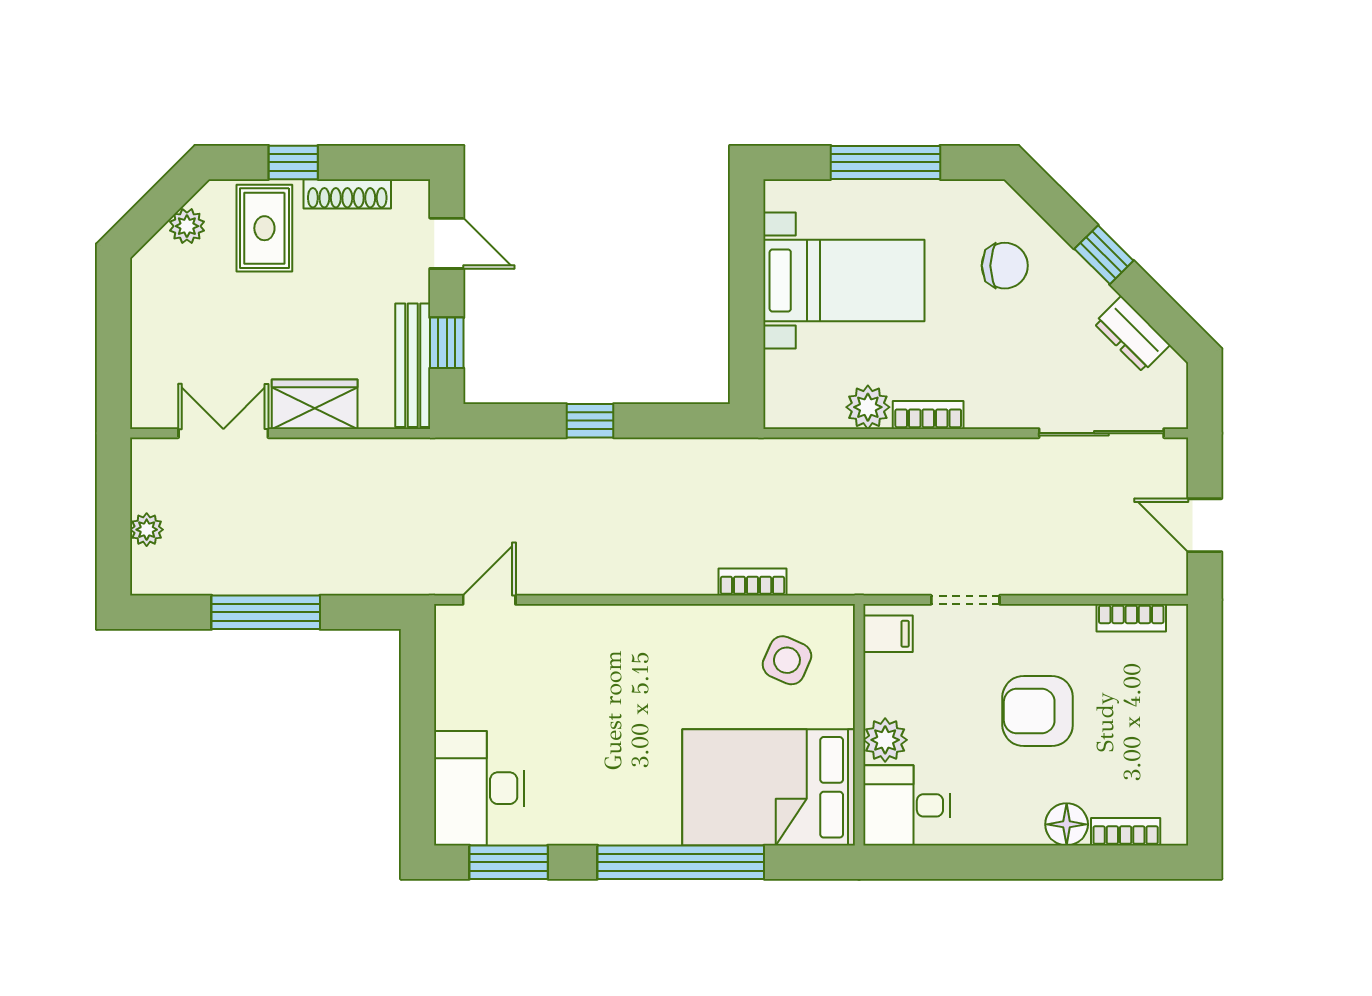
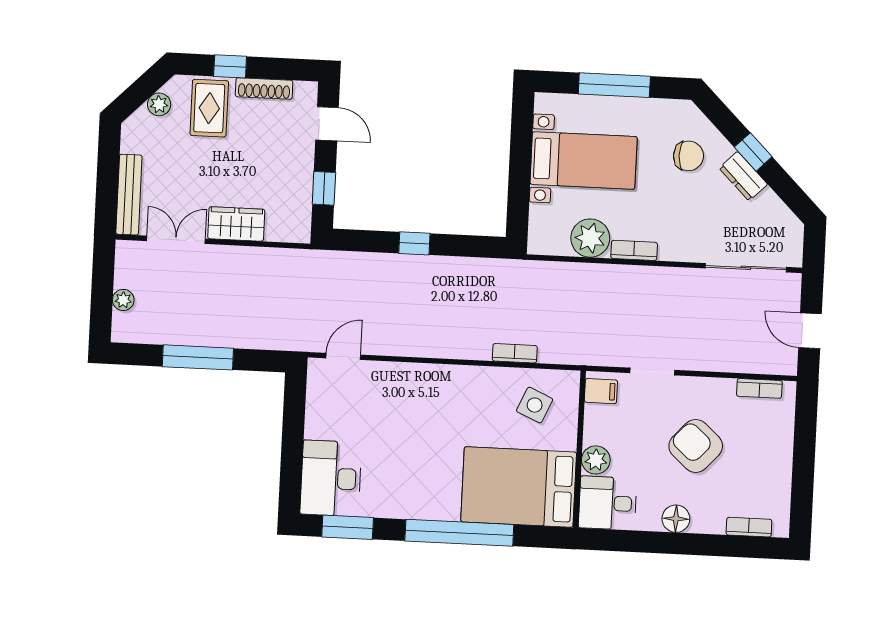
dresser: (1132, 334) -> (743, 176), moved
bench: (413, 365) -> (129, 195), moved
plant: (868, 407) -> (590, 238), width x1.36, depth x1.36
armchair: (1038, 711) -> (696, 446), turned 42
floor lamp: (1067, 824) -> (676, 519), moved

